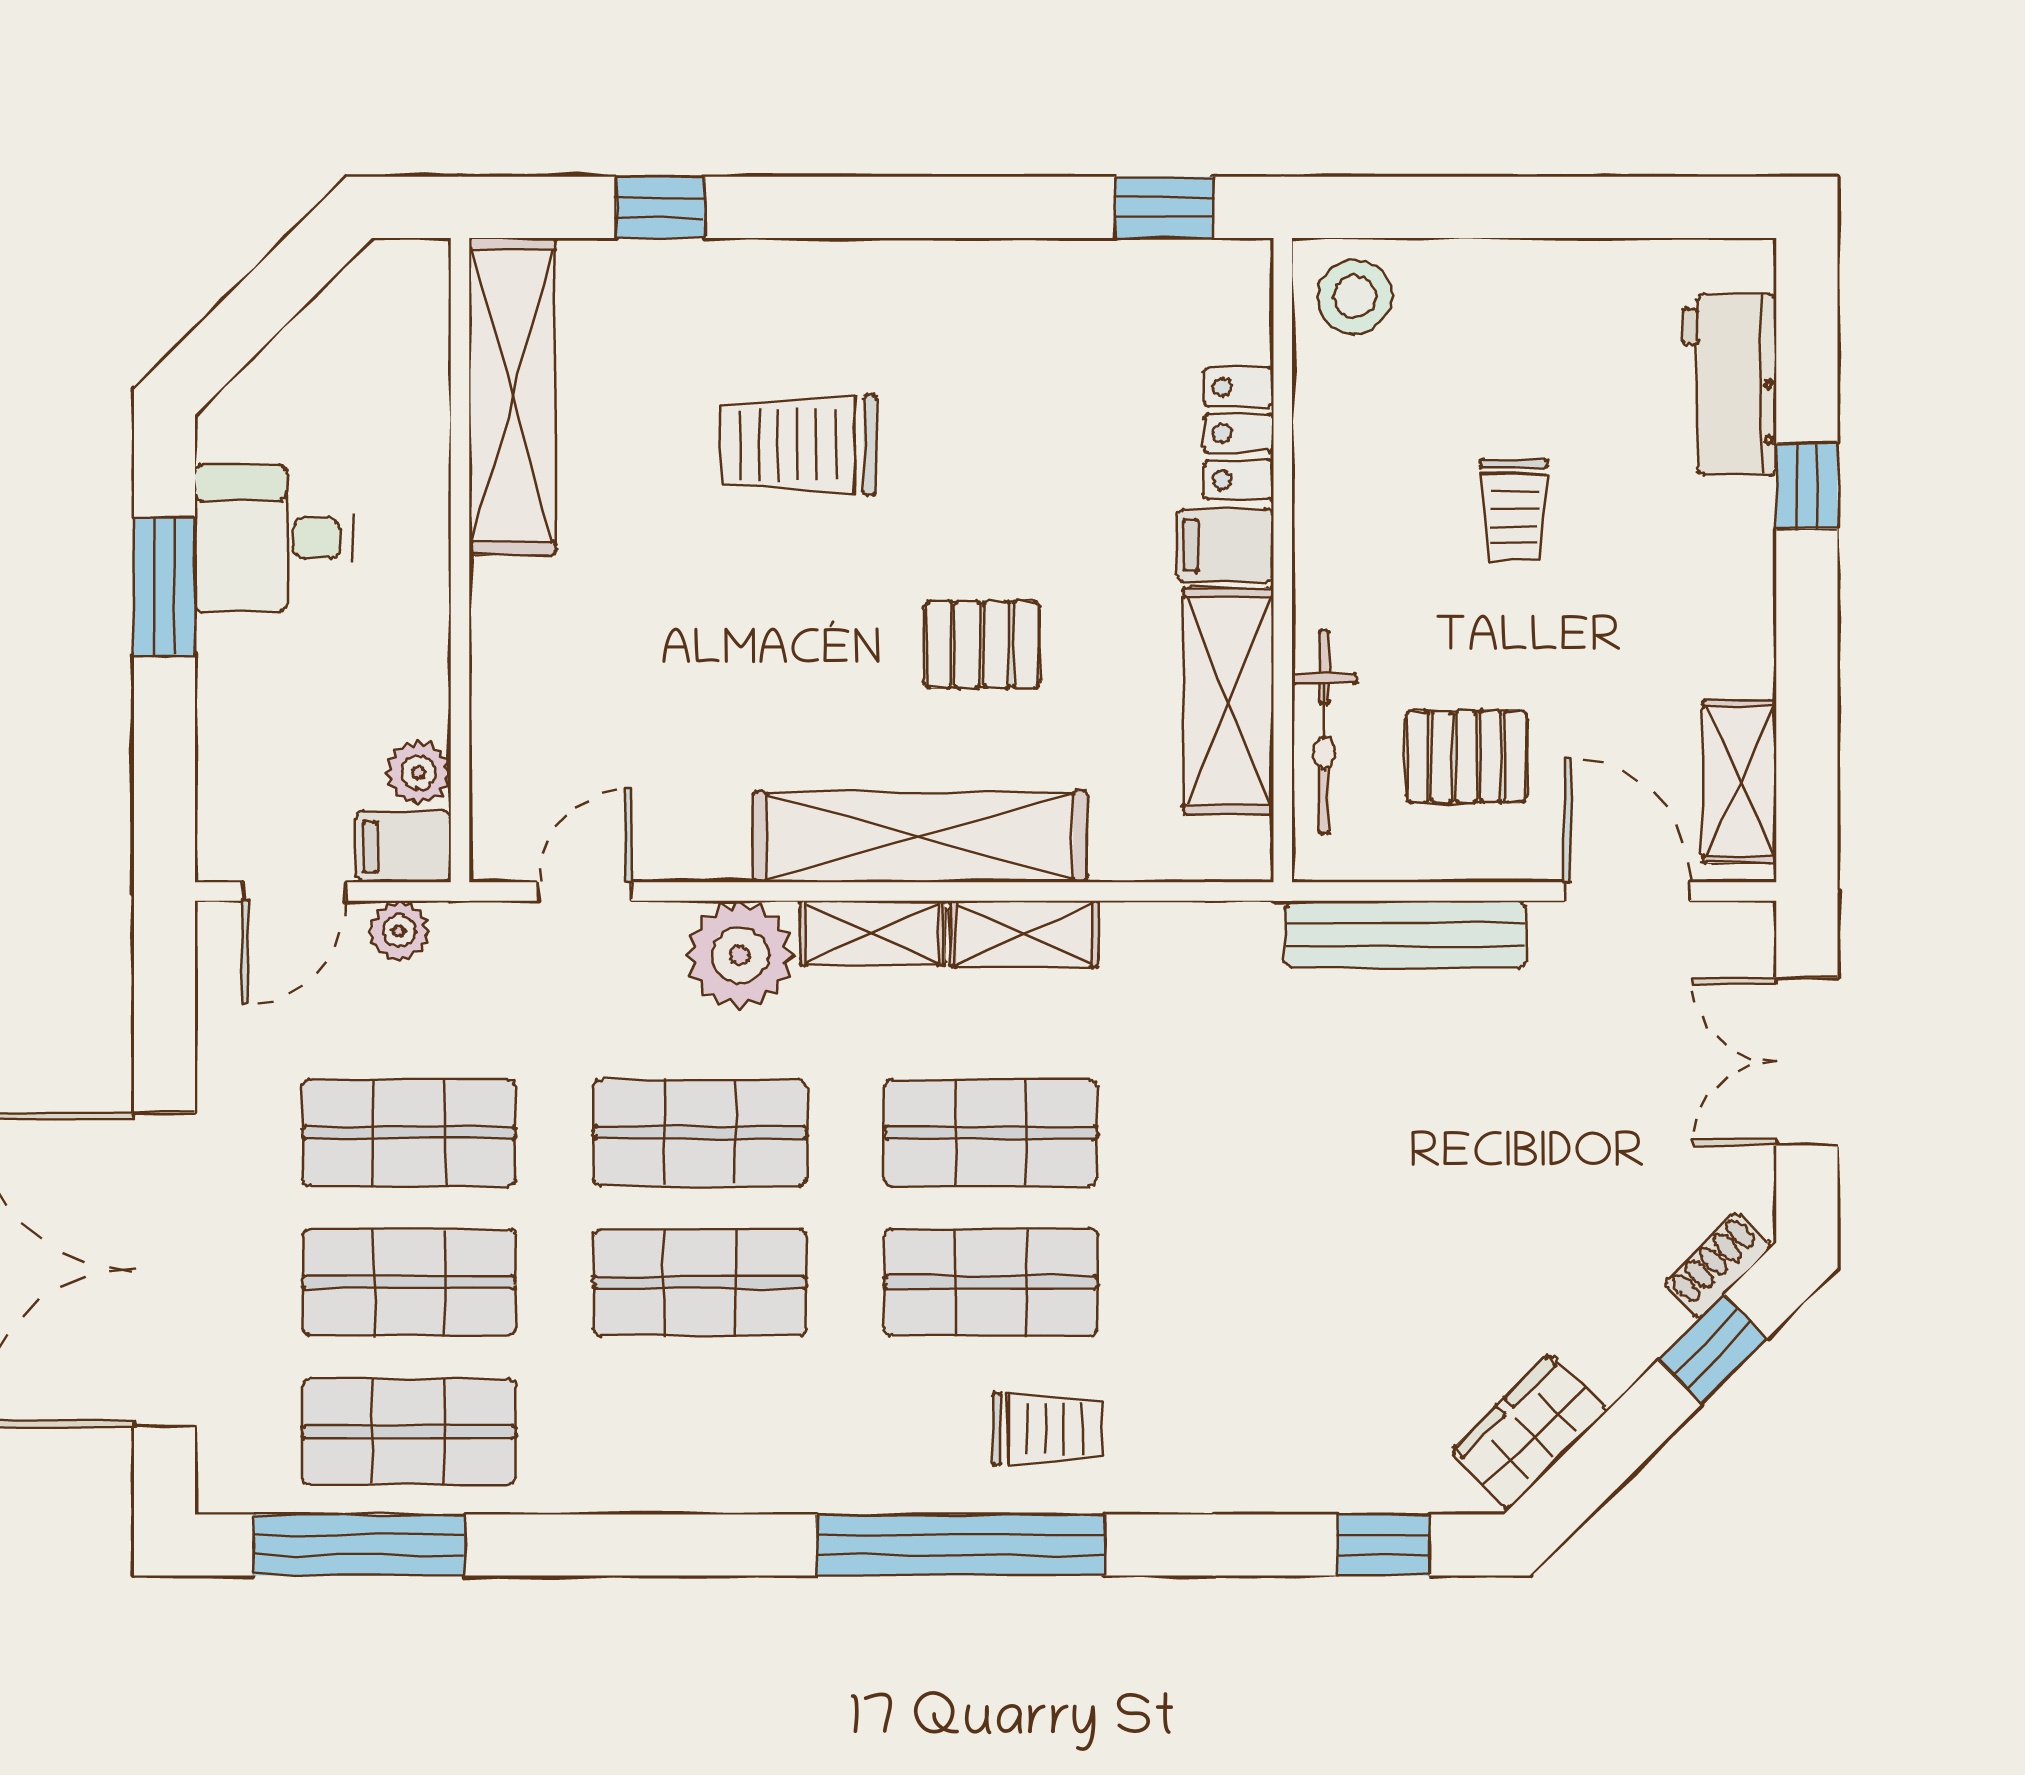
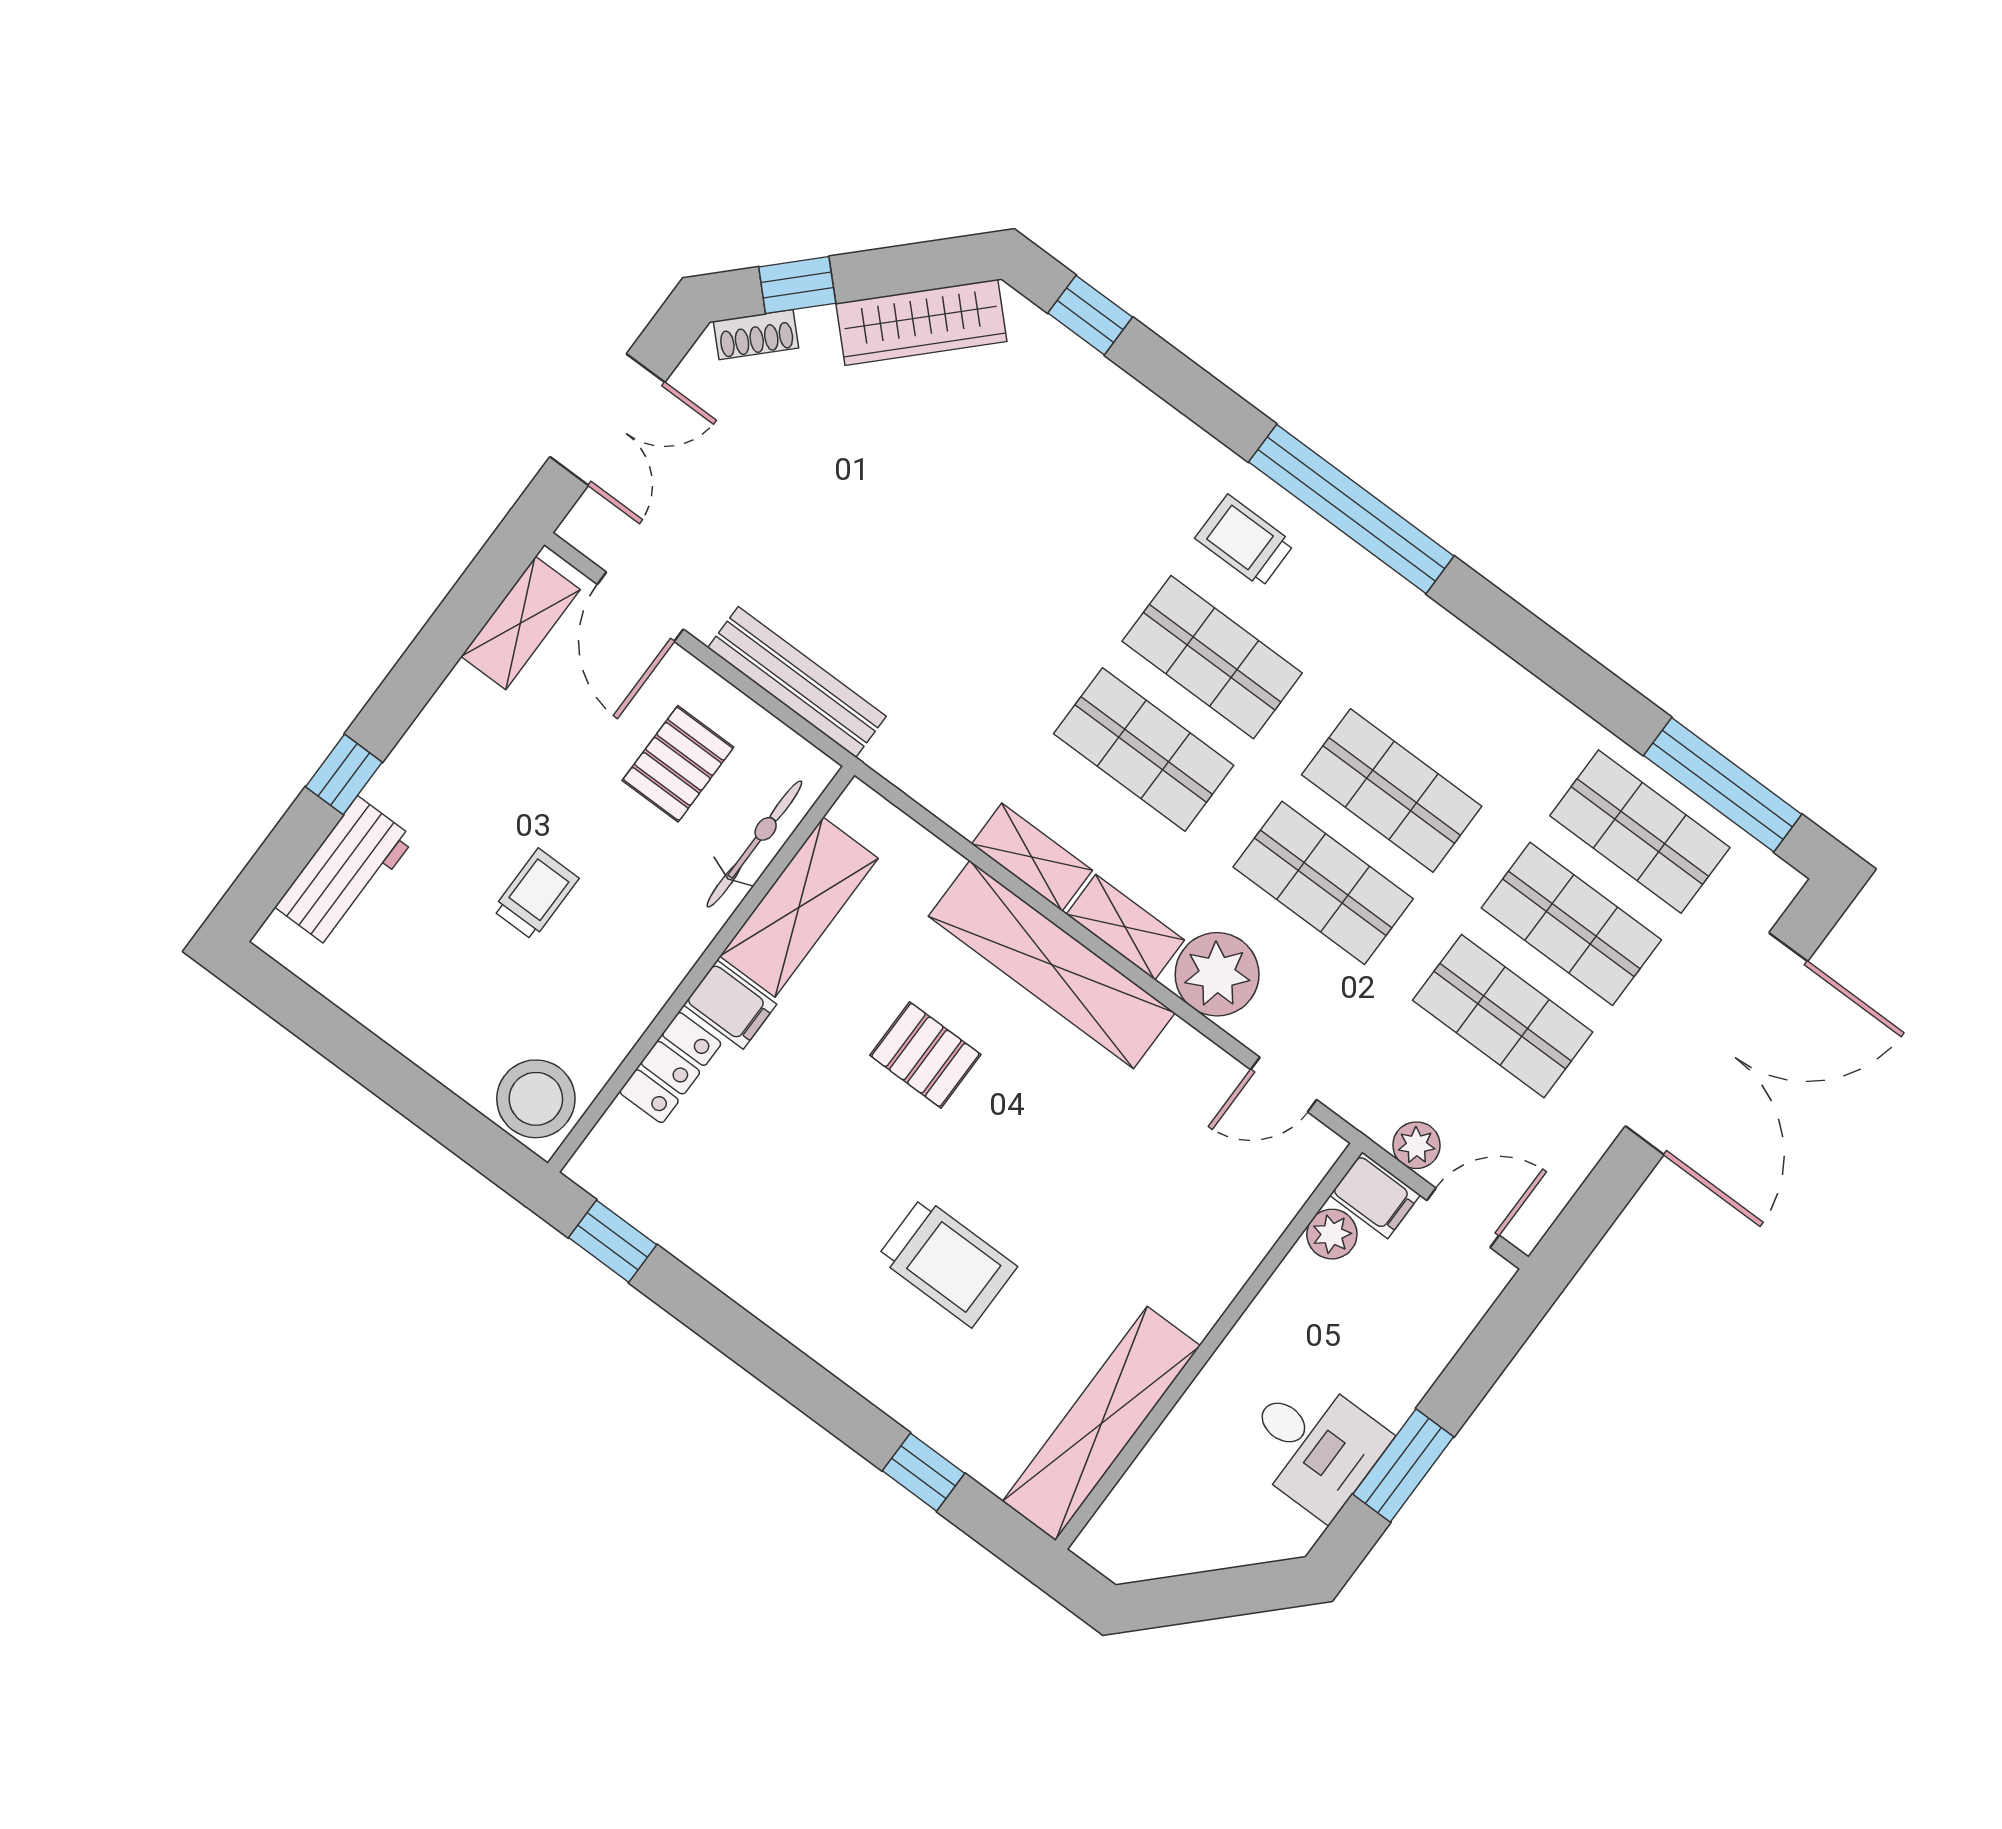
stool: (1355, 297) -> (536, 1099), width x1.38, depth x1.38
pallet: (1466, 757) -> (678, 764), turned 90
wardrobe: (1529, 1431) -> (921, 322), width x1.50

